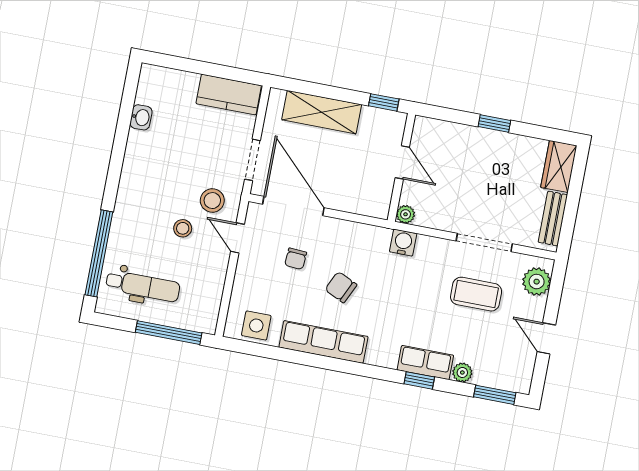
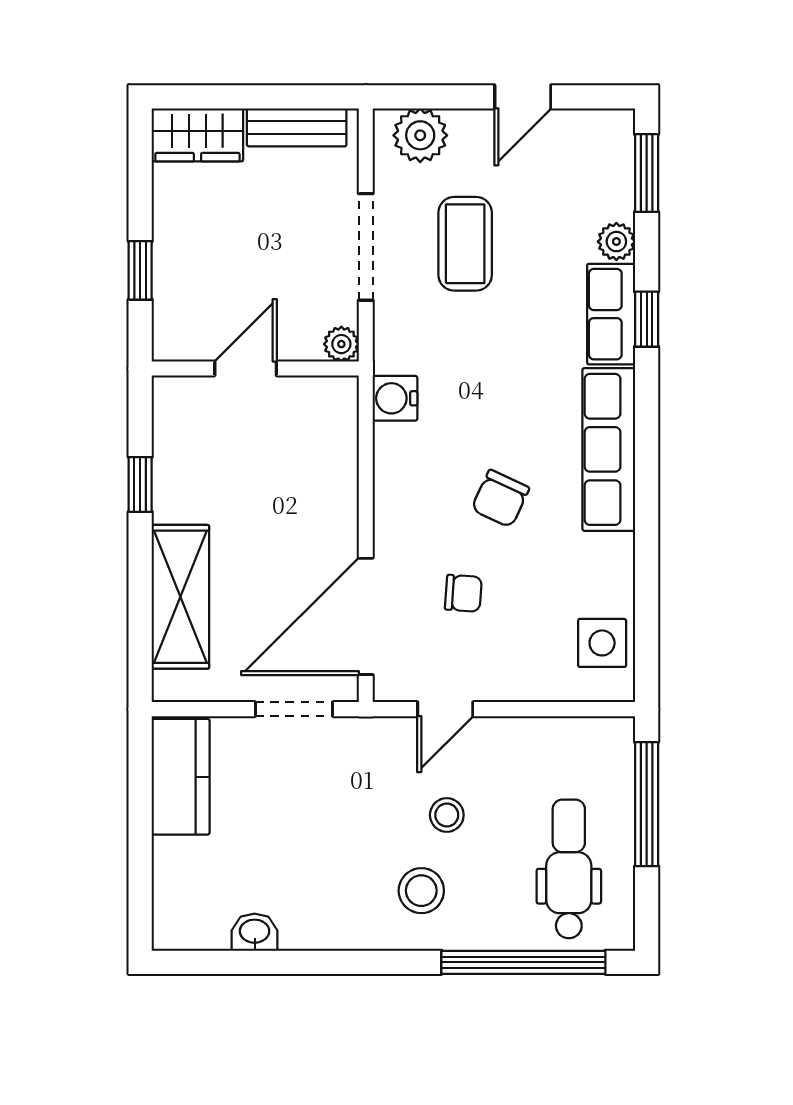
door: (402, 162) -> (246, 368), moved
wall: (401, 167) -> (255, 368), moved
stool: (212, 201) -> (421, 891), moved
plant: (406, 214) -> (341, 344), moved
row of seats: (323, 342) -> (609, 449), moved

